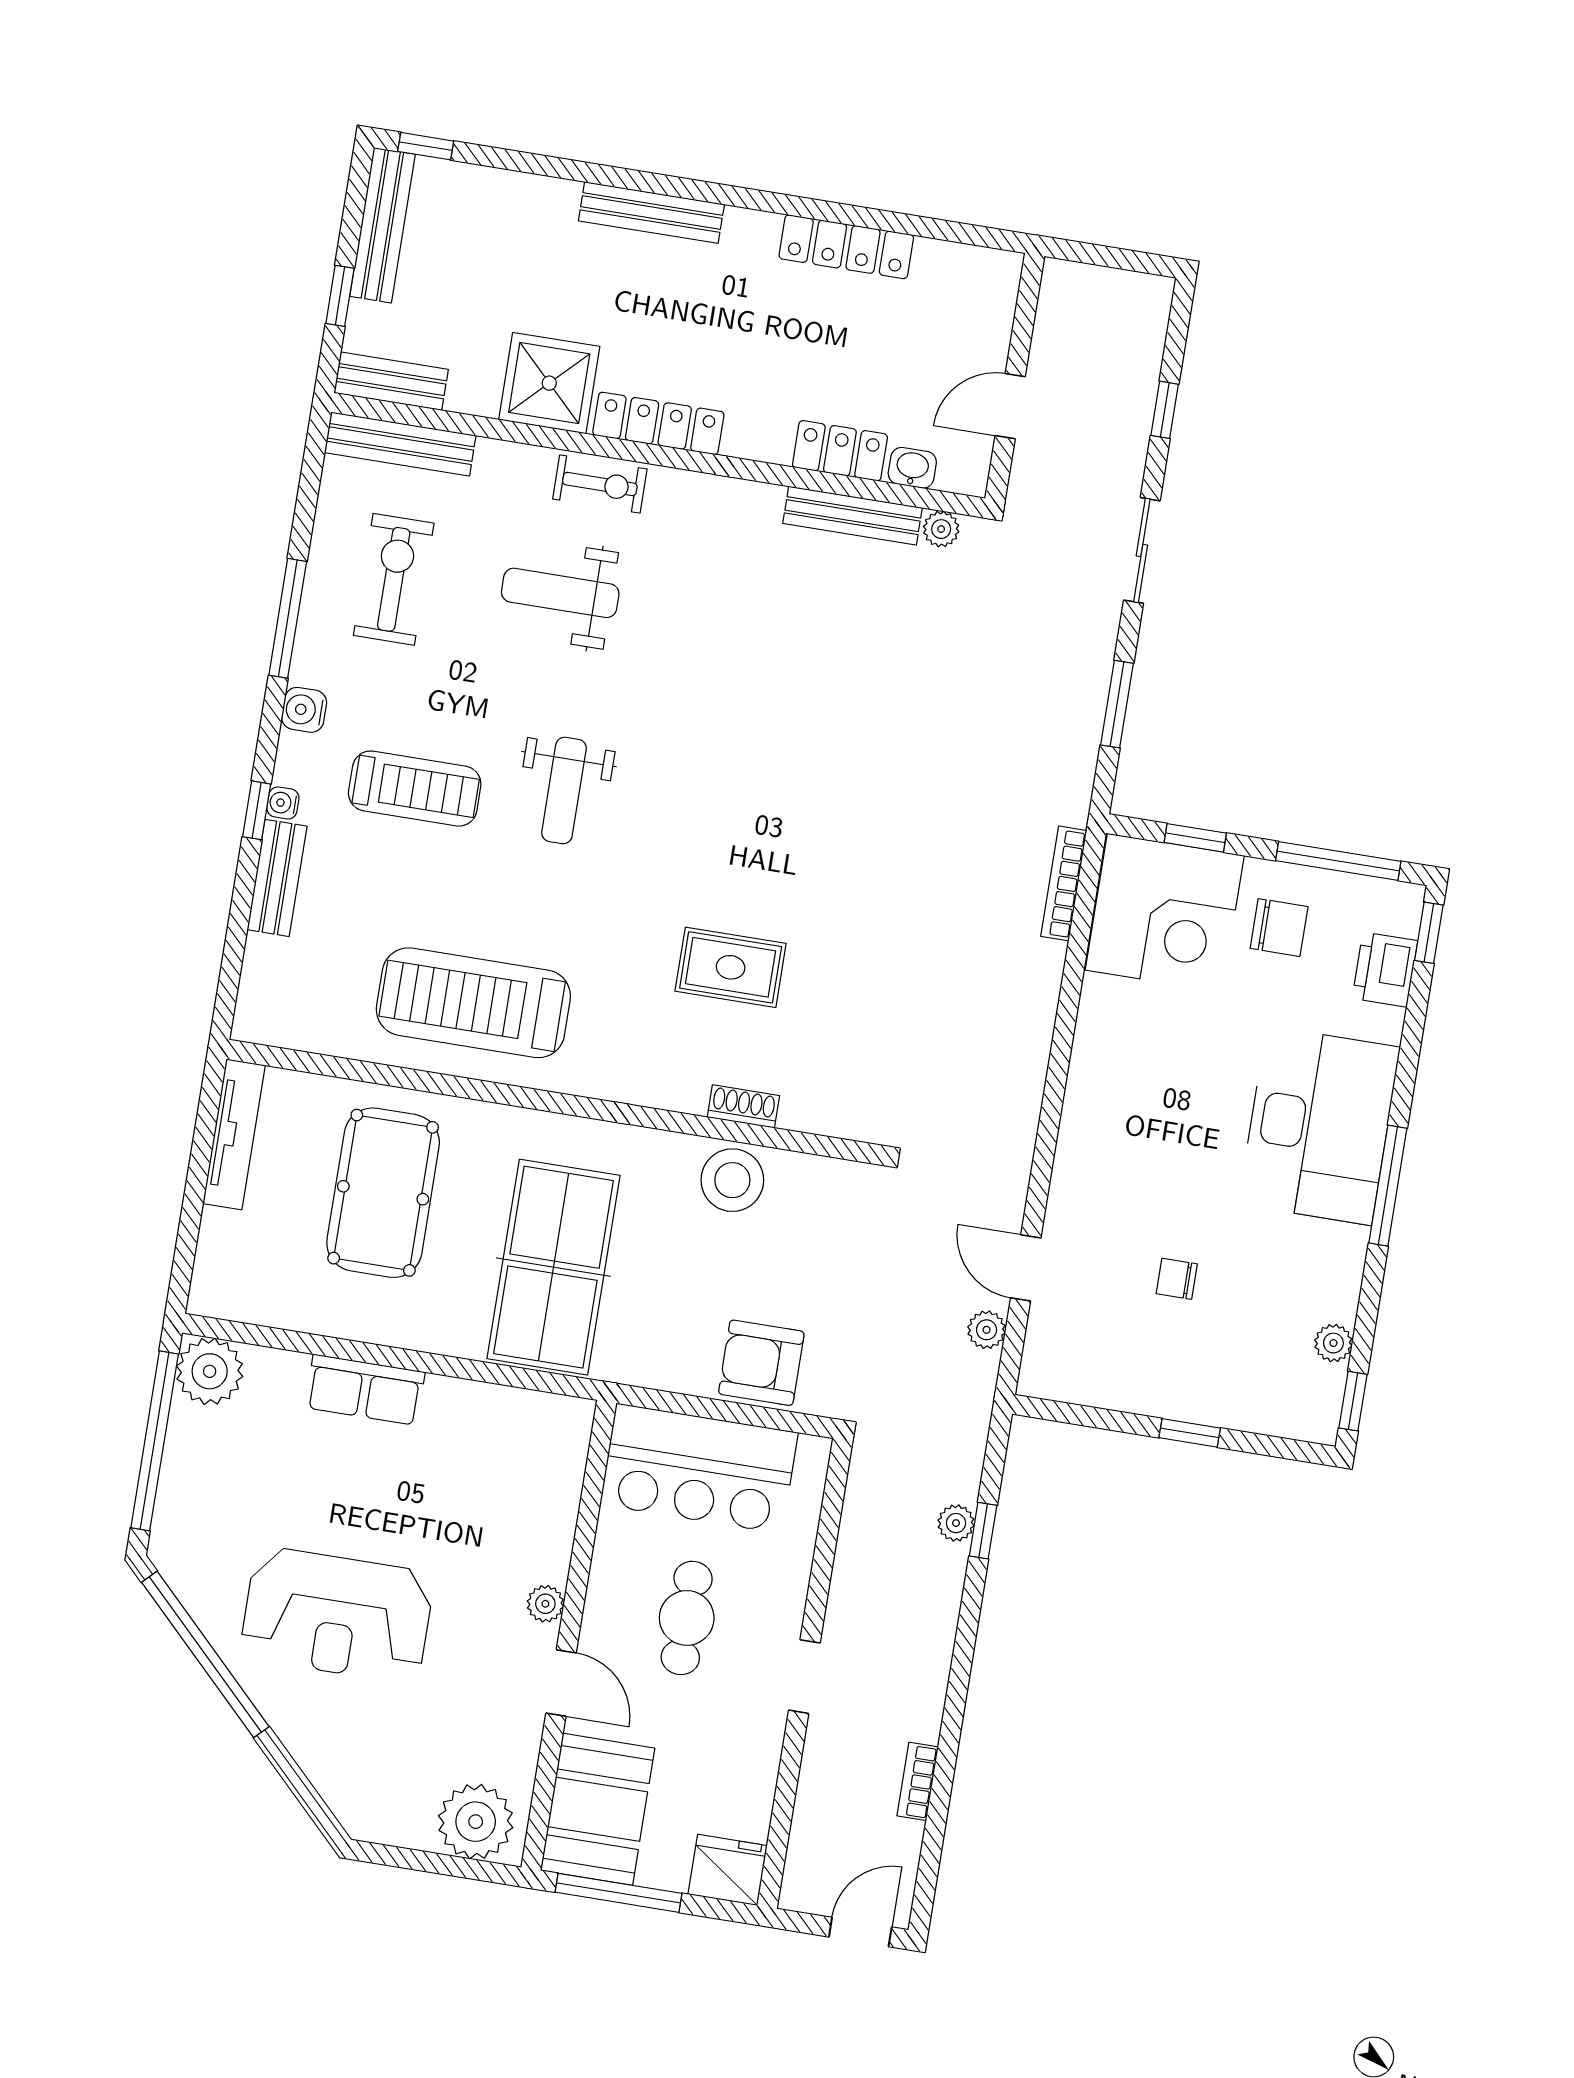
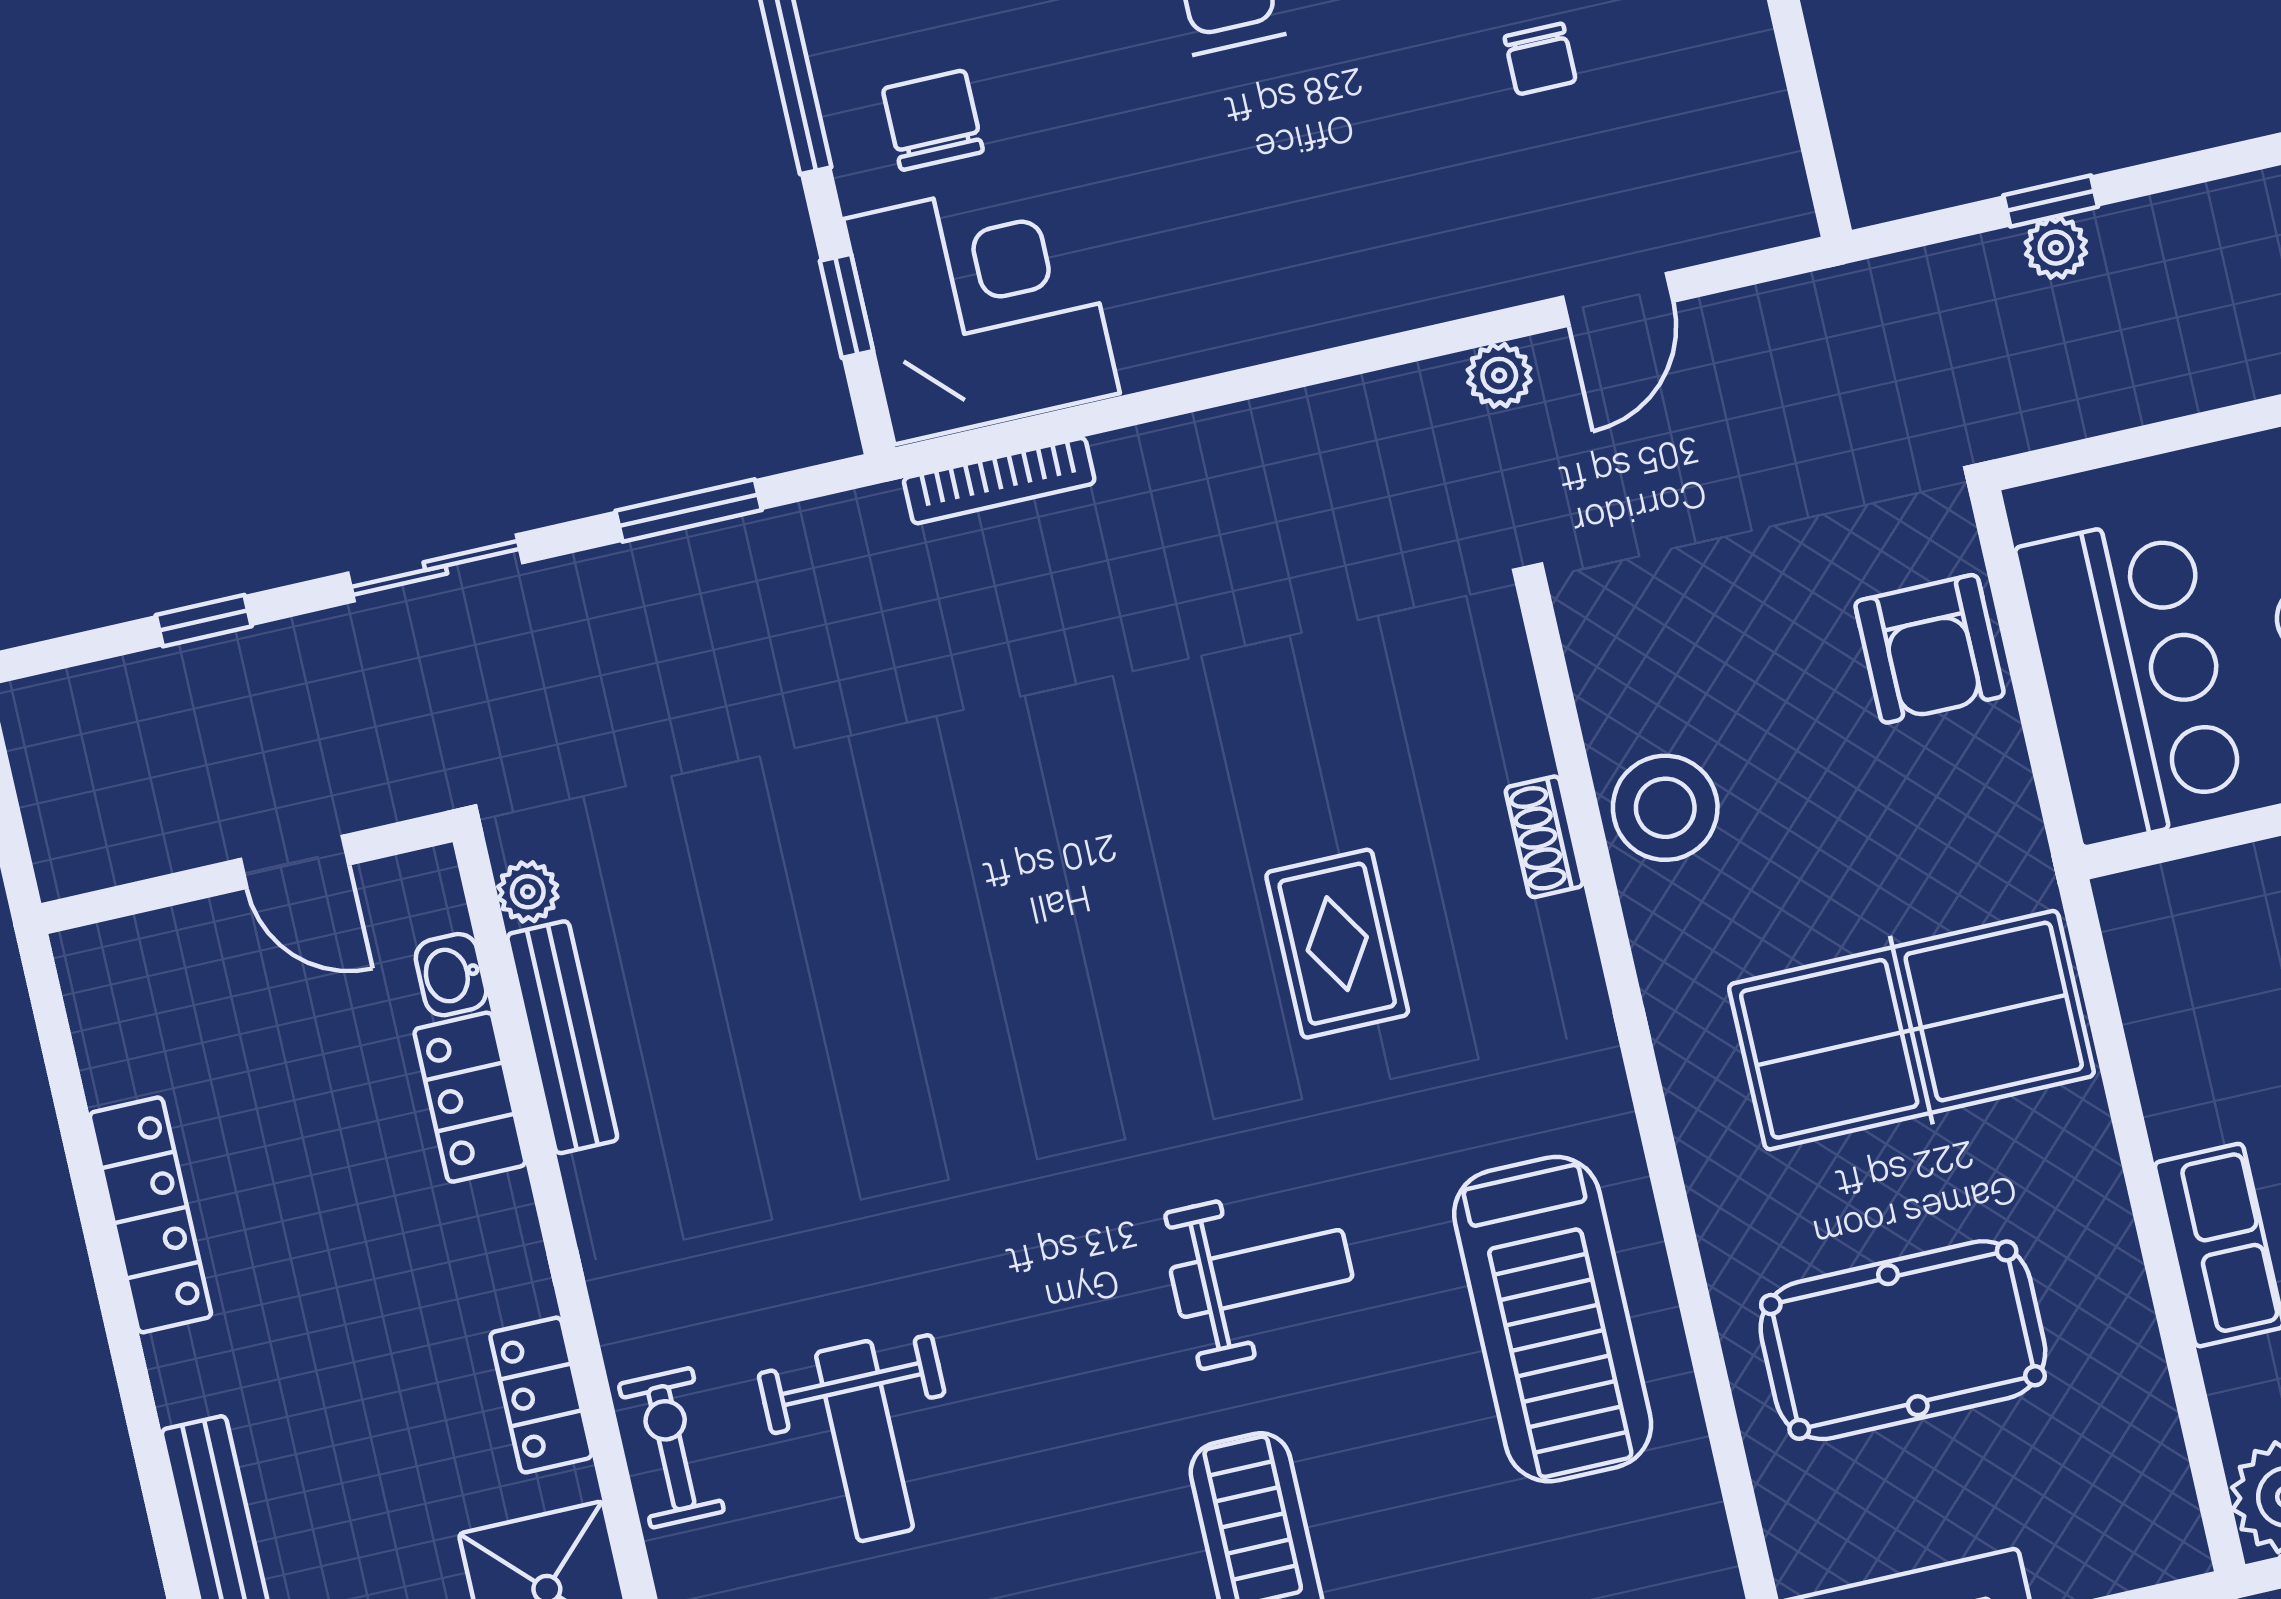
locker: (658, 423) -> (541, 1395), width x0.66
weight bench: (564, 790) -> (1262, 1273), moved
plant: (987, 1330) -> (1499, 375), moved

